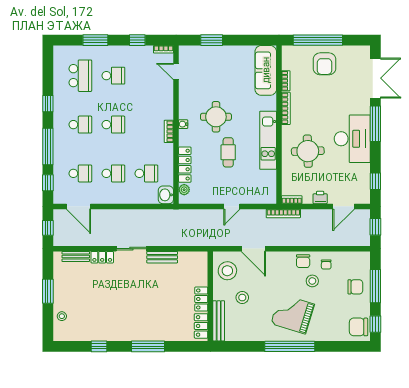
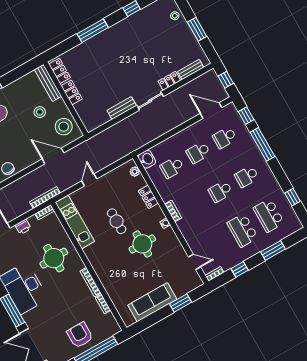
sofa: (266, 70) -> (152, 302), moved, turned -90
school desk: (113, 76) -> (243, 230), width x1.85
window: (48, 104) -> (292, 197), moved
kitchen unit: (268, 140) -> (75, 222), moved
locker: (185, 165) -> (148, 197), width x0.66

